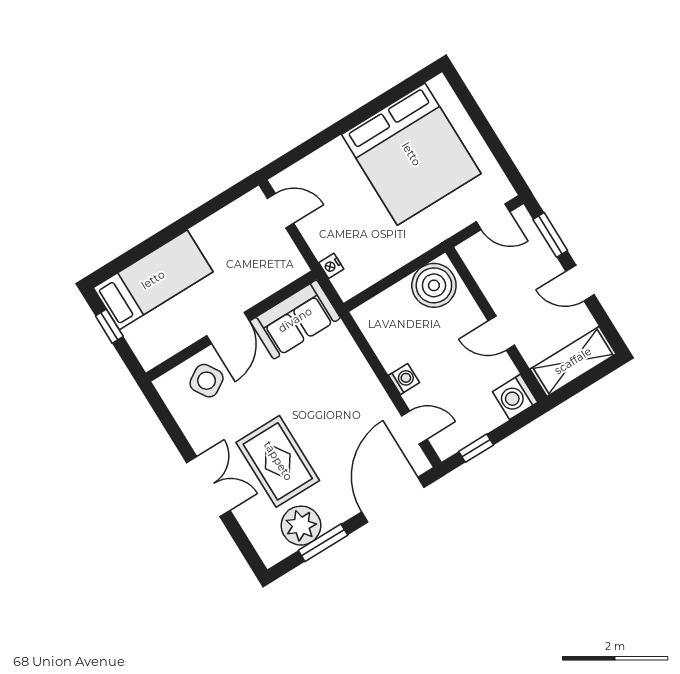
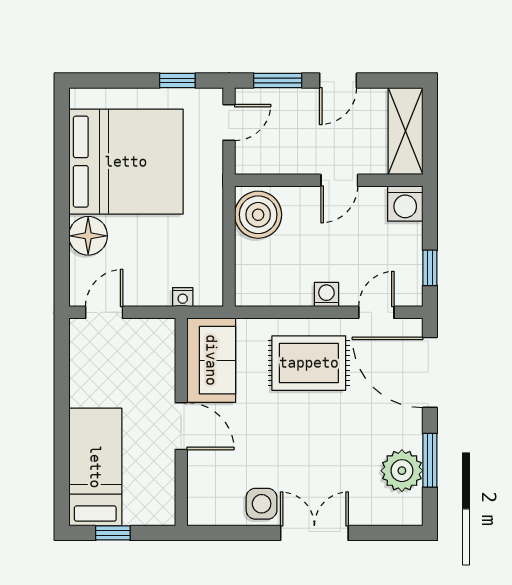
window: (501, 155) -> (177, 81), added
floor lamp: (334, 160) -> (88, 236), added
side table: (207, 381) -> (262, 504), moved, turned 32
rug: (278, 461) -> (309, 363), moved

